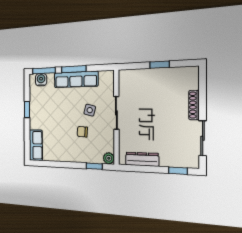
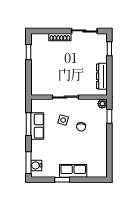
window: (160, 65) -> (29, 52), moved
window: (74, 69) -> (29, 124), moved
row of seats: (76, 79) -> (37, 126), width x0.68
row of seats: (36, 145) -> (73, 171), moved

